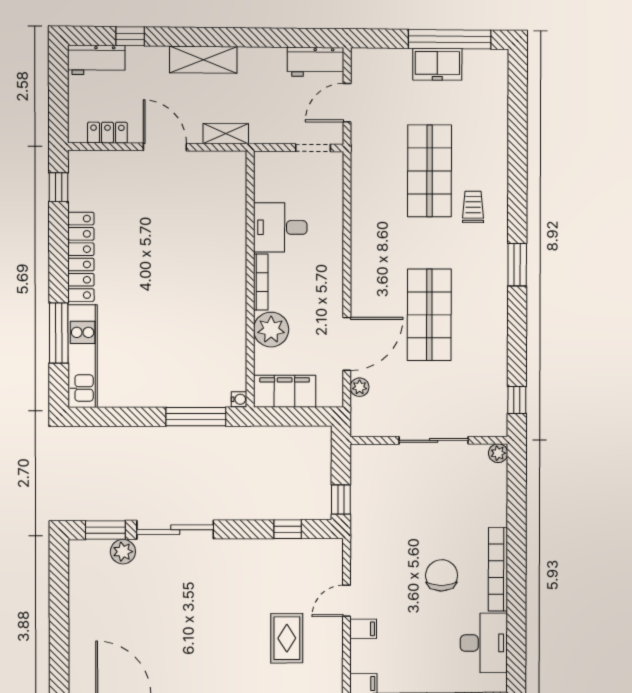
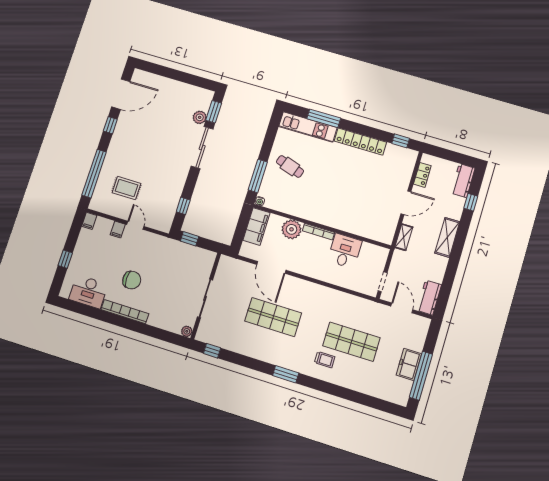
cafe table: (162, 366) -> (290, 166), added
plant: (360, 387) -> (246, 267), removed

